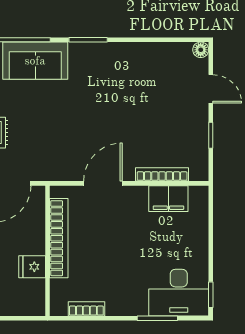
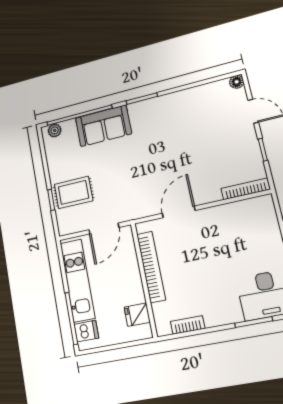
bookcase: (162, 174) -> (246, 189), moved
filing cabinet: (168, 199) -> (238, 212), removed
fridge: (32, 267) -> (137, 315), moved

